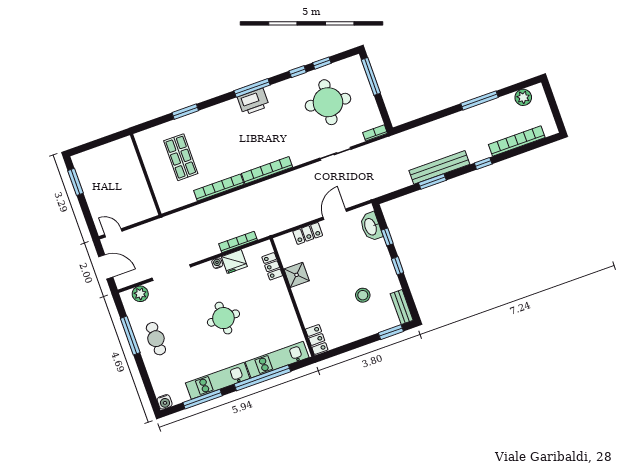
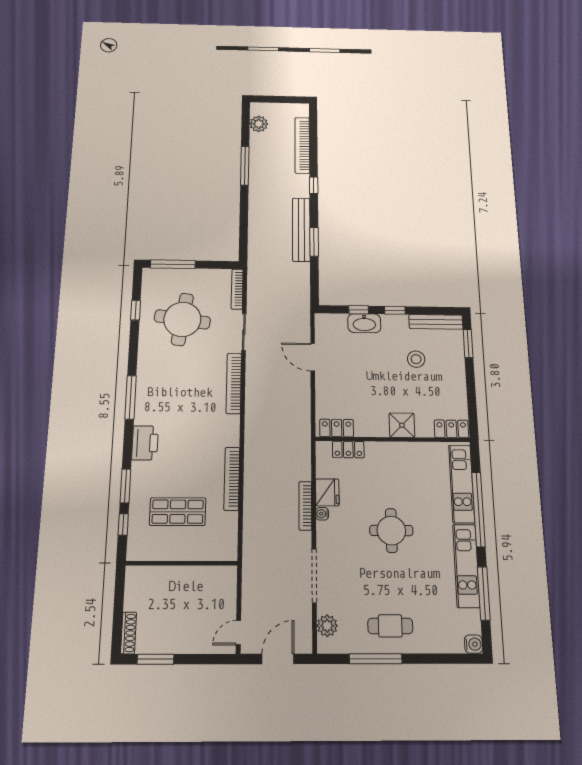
window: (298, 72) -> (123, 524), moved
printer: (253, 102) -> (145, 443), moved
bookcase: (375, 133) -> (237, 289), width x1.56
shoe rack: (86, 156) -> (129, 633), added
bookcase: (267, 170) -> (234, 383), moved
washbasin: (371, 227) -> (364, 323), moved
locker: (308, 233) -> (337, 428), moved, turned -90
bookcase: (238, 242) -> (305, 506), moved
shower: (297, 275) -> (402, 425), moved
bench: (402, 307) -> (436, 322), width x1.36

